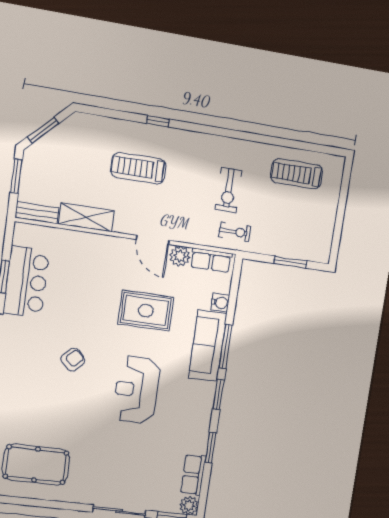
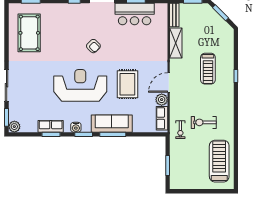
treadmill: (138, 168) -> (208, 69), turned 180
treadmill: (297, 174) -> (219, 161), width x1.37, depth x1.37
water cooler: (220, 303) -> (76, 127), moved
reception desk: (137, 390) -> (80, 85), width x1.36, depth x1.30
row of seats: (193, 475) -> (51, 126), moved

